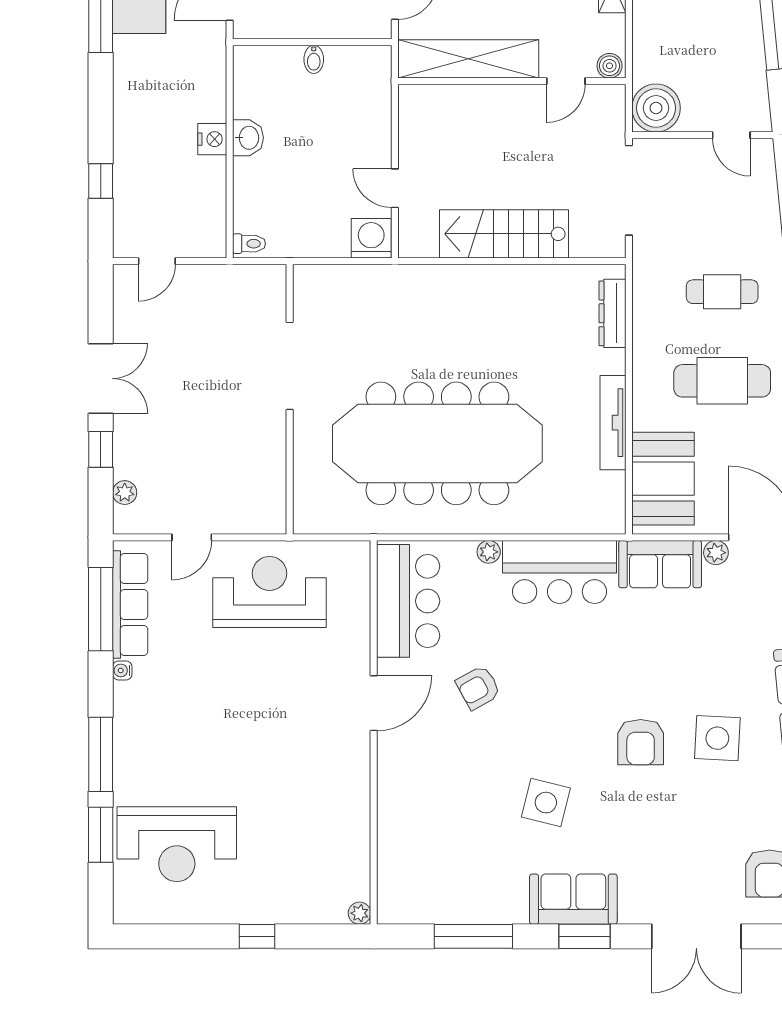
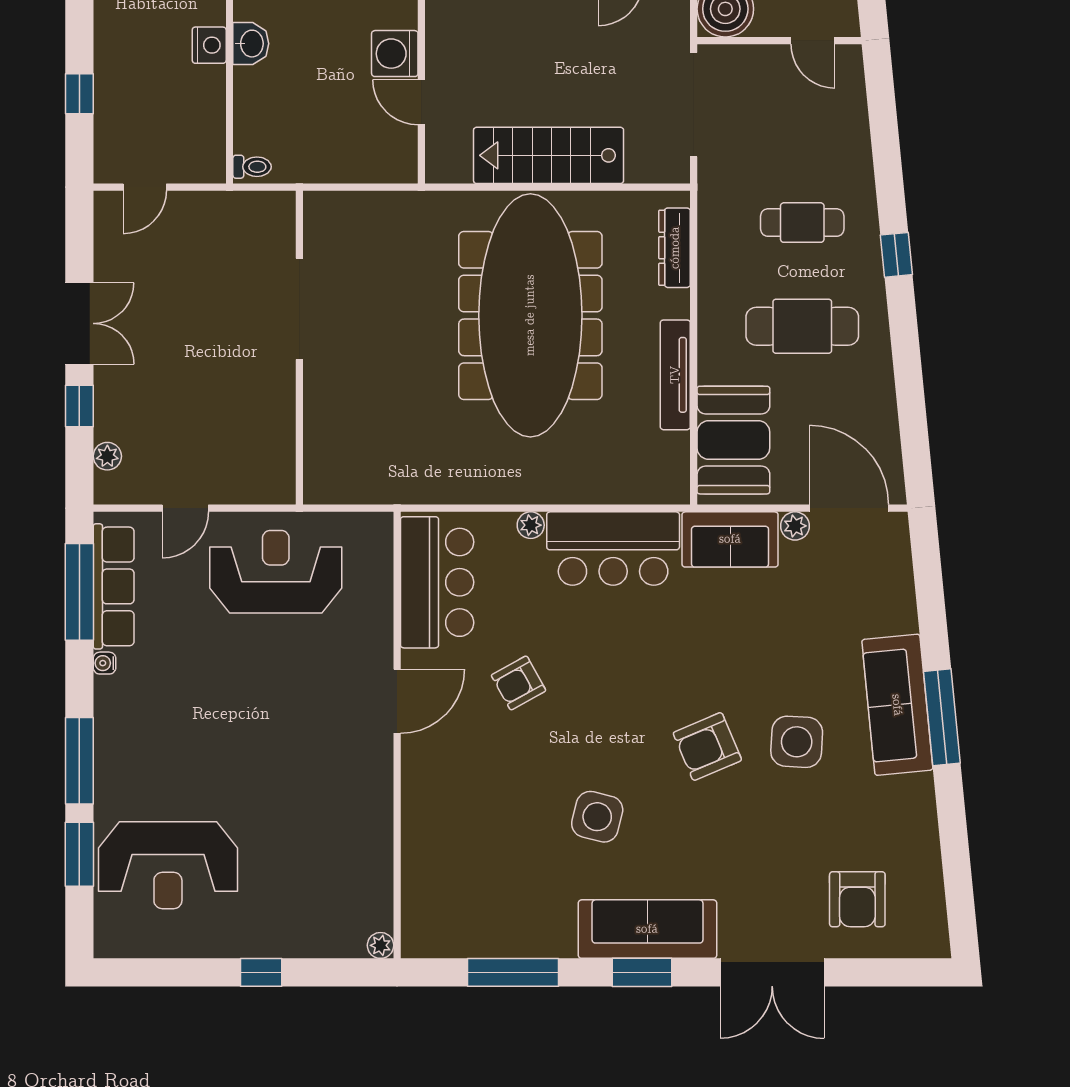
washing machine: (371, 238) -> (395, 54), moved, turned -90
meeting table: (437, 443) -> (530, 315), moved, turned 90
armchair: (641, 742) -> (707, 746), turned 67
sofa: (573, 899) -> (647, 929), width x1.36

